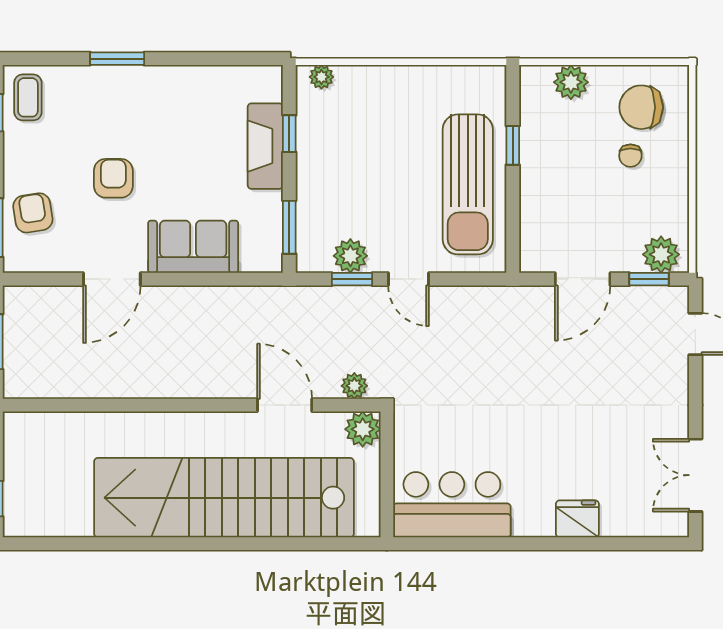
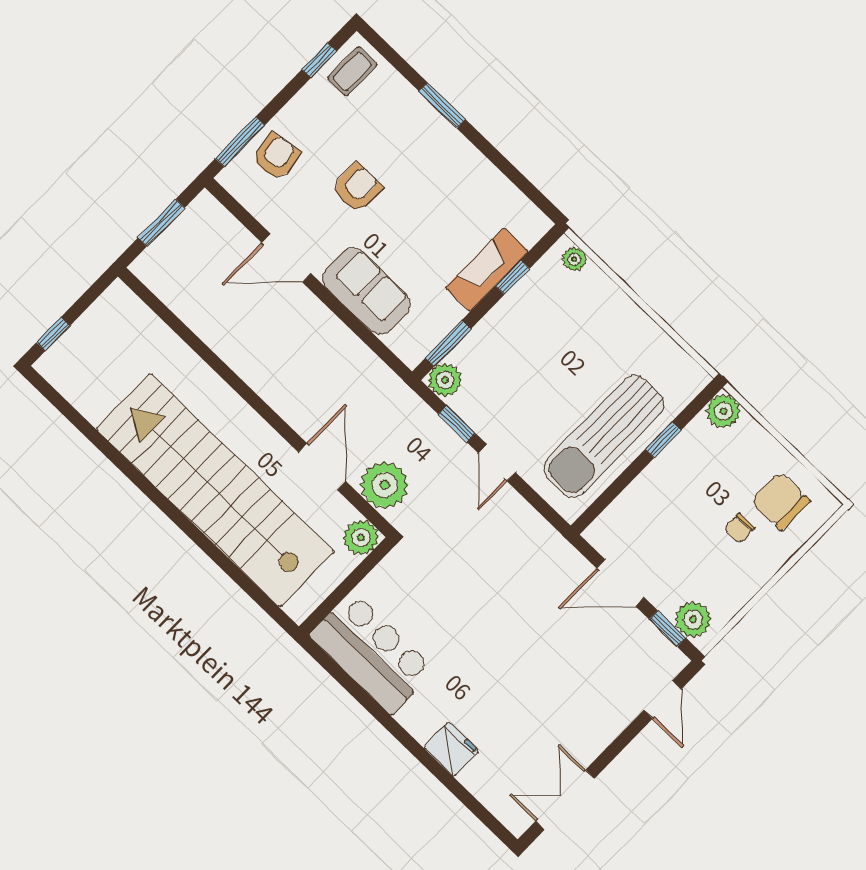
plant: (571, 82) -> (723, 411), moved
plant: (350, 256) -> (445, 380), moved
plant: (354, 386) -> (385, 485), width x1.88, depth x1.88

